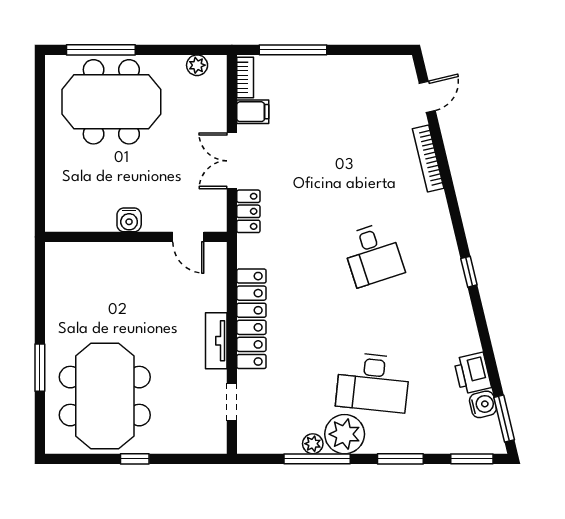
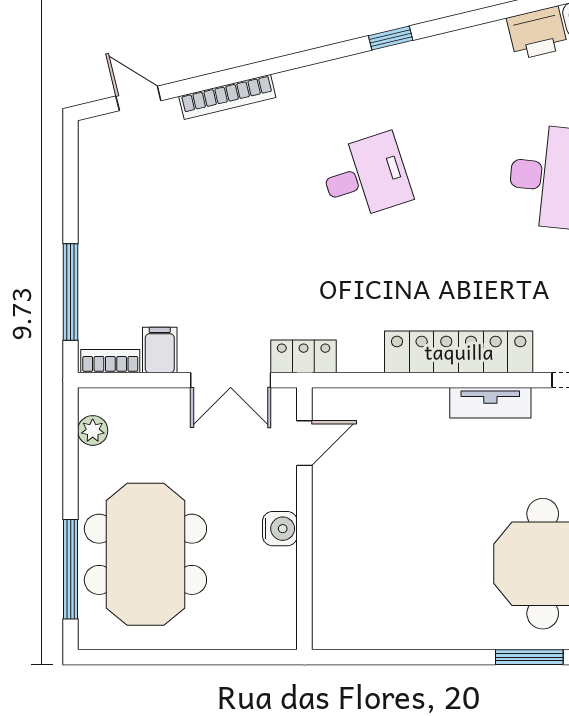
water cooler: (129, 220) -> (280, 529), moved
wall: (136, 237) -> (304, 519), moved
door: (188, 237) -> (304, 443), moved

